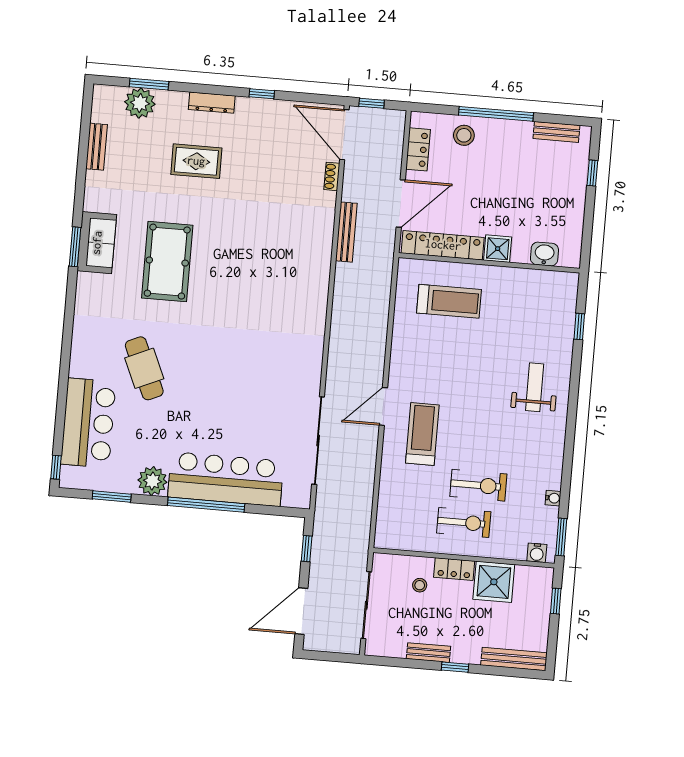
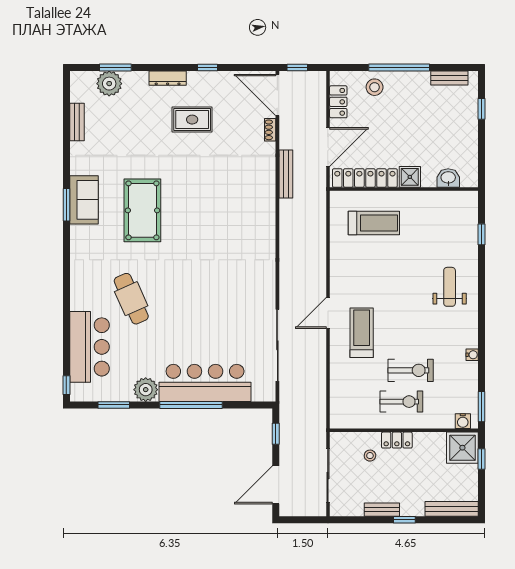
rug: (196, 161) -> (192, 120), moved
water cooler: (553, 498) -> (472, 355), moved
shower: (494, 582) -> (462, 448), moved

